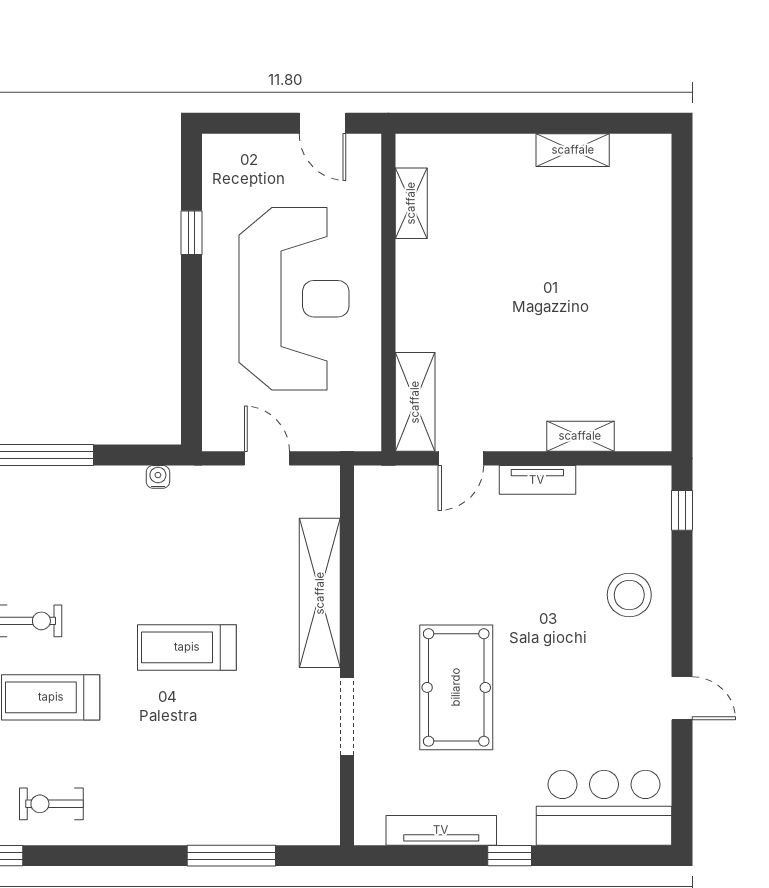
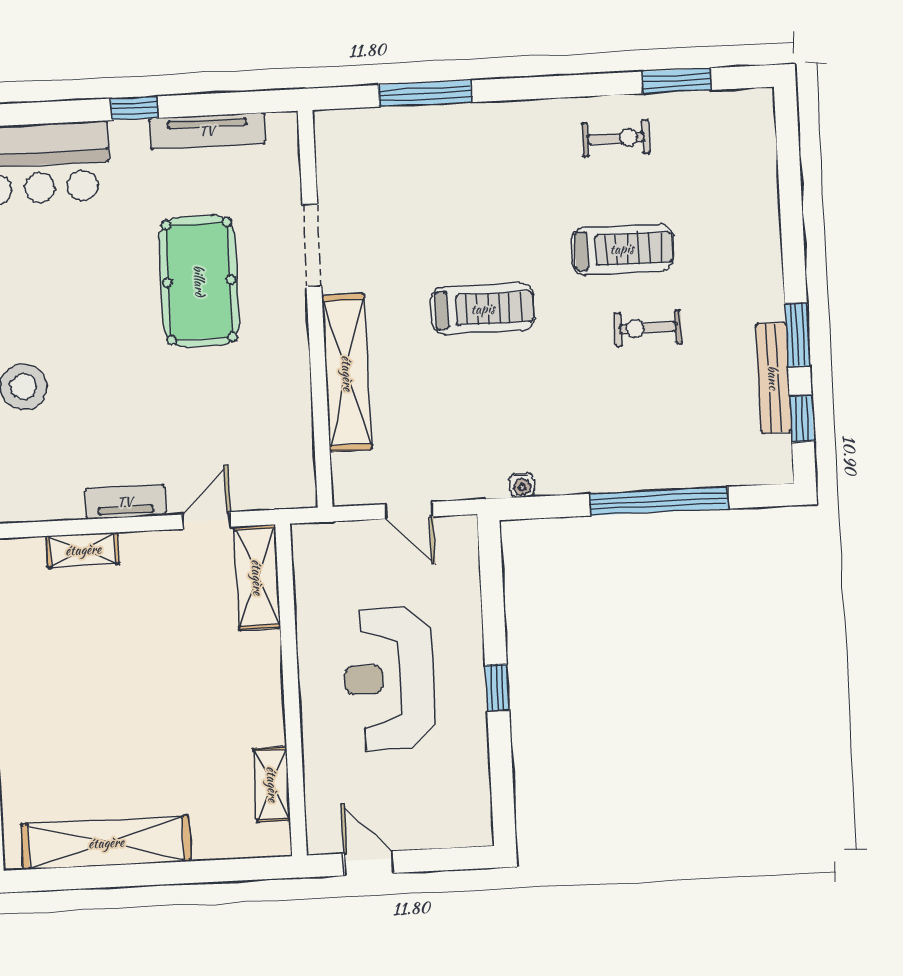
shelving: (573, 150) -> (106, 843), width x2.20, depth x1.33
window: (191, 233) -> (497, 688), moved
reception desk: (294, 299) -> (389, 678), width x0.74, depth x0.77

